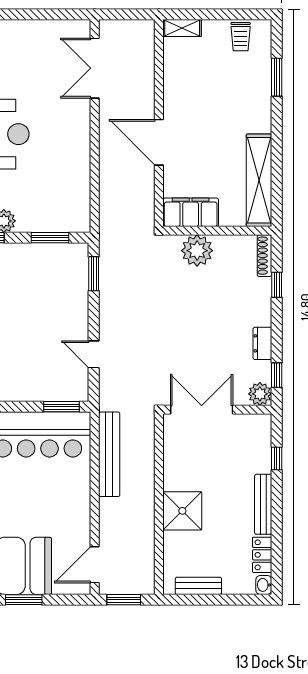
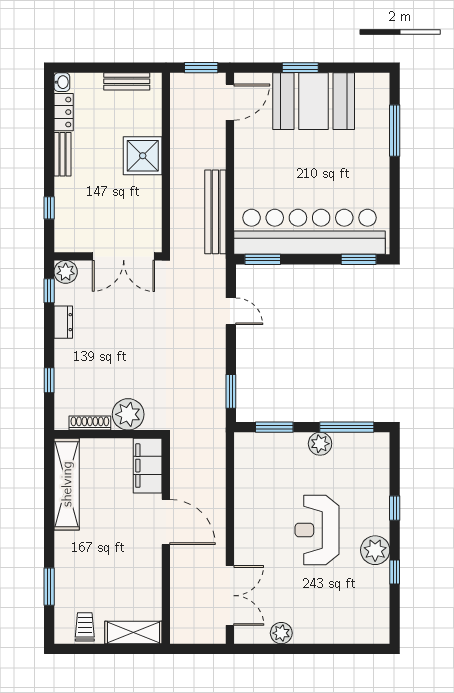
shelving: (182, 28) -> (133, 632), width x1.50, depth x1.33
plant: (43, 30) -> (281, 633), added
filing cabinet: (191, 212) -> (148, 466), moved, turned 90
shoe rack: (264, 256) -> (90, 423), moved, turned -90
bench: (263, 504) -> (62, 154), width x0.73

